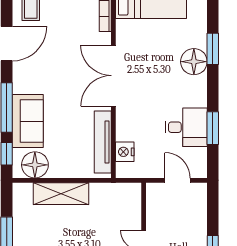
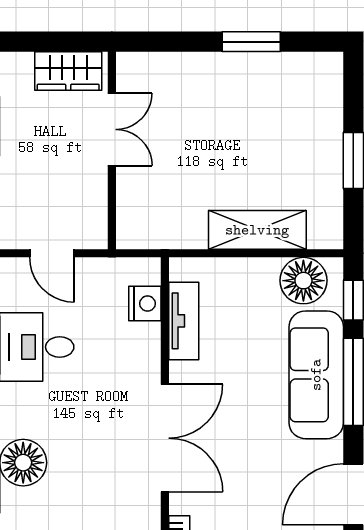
sofa: (28, 121) -> (316, 375), width x1.36
tv unit: (103, 142) -> (184, 321), width x0.71

